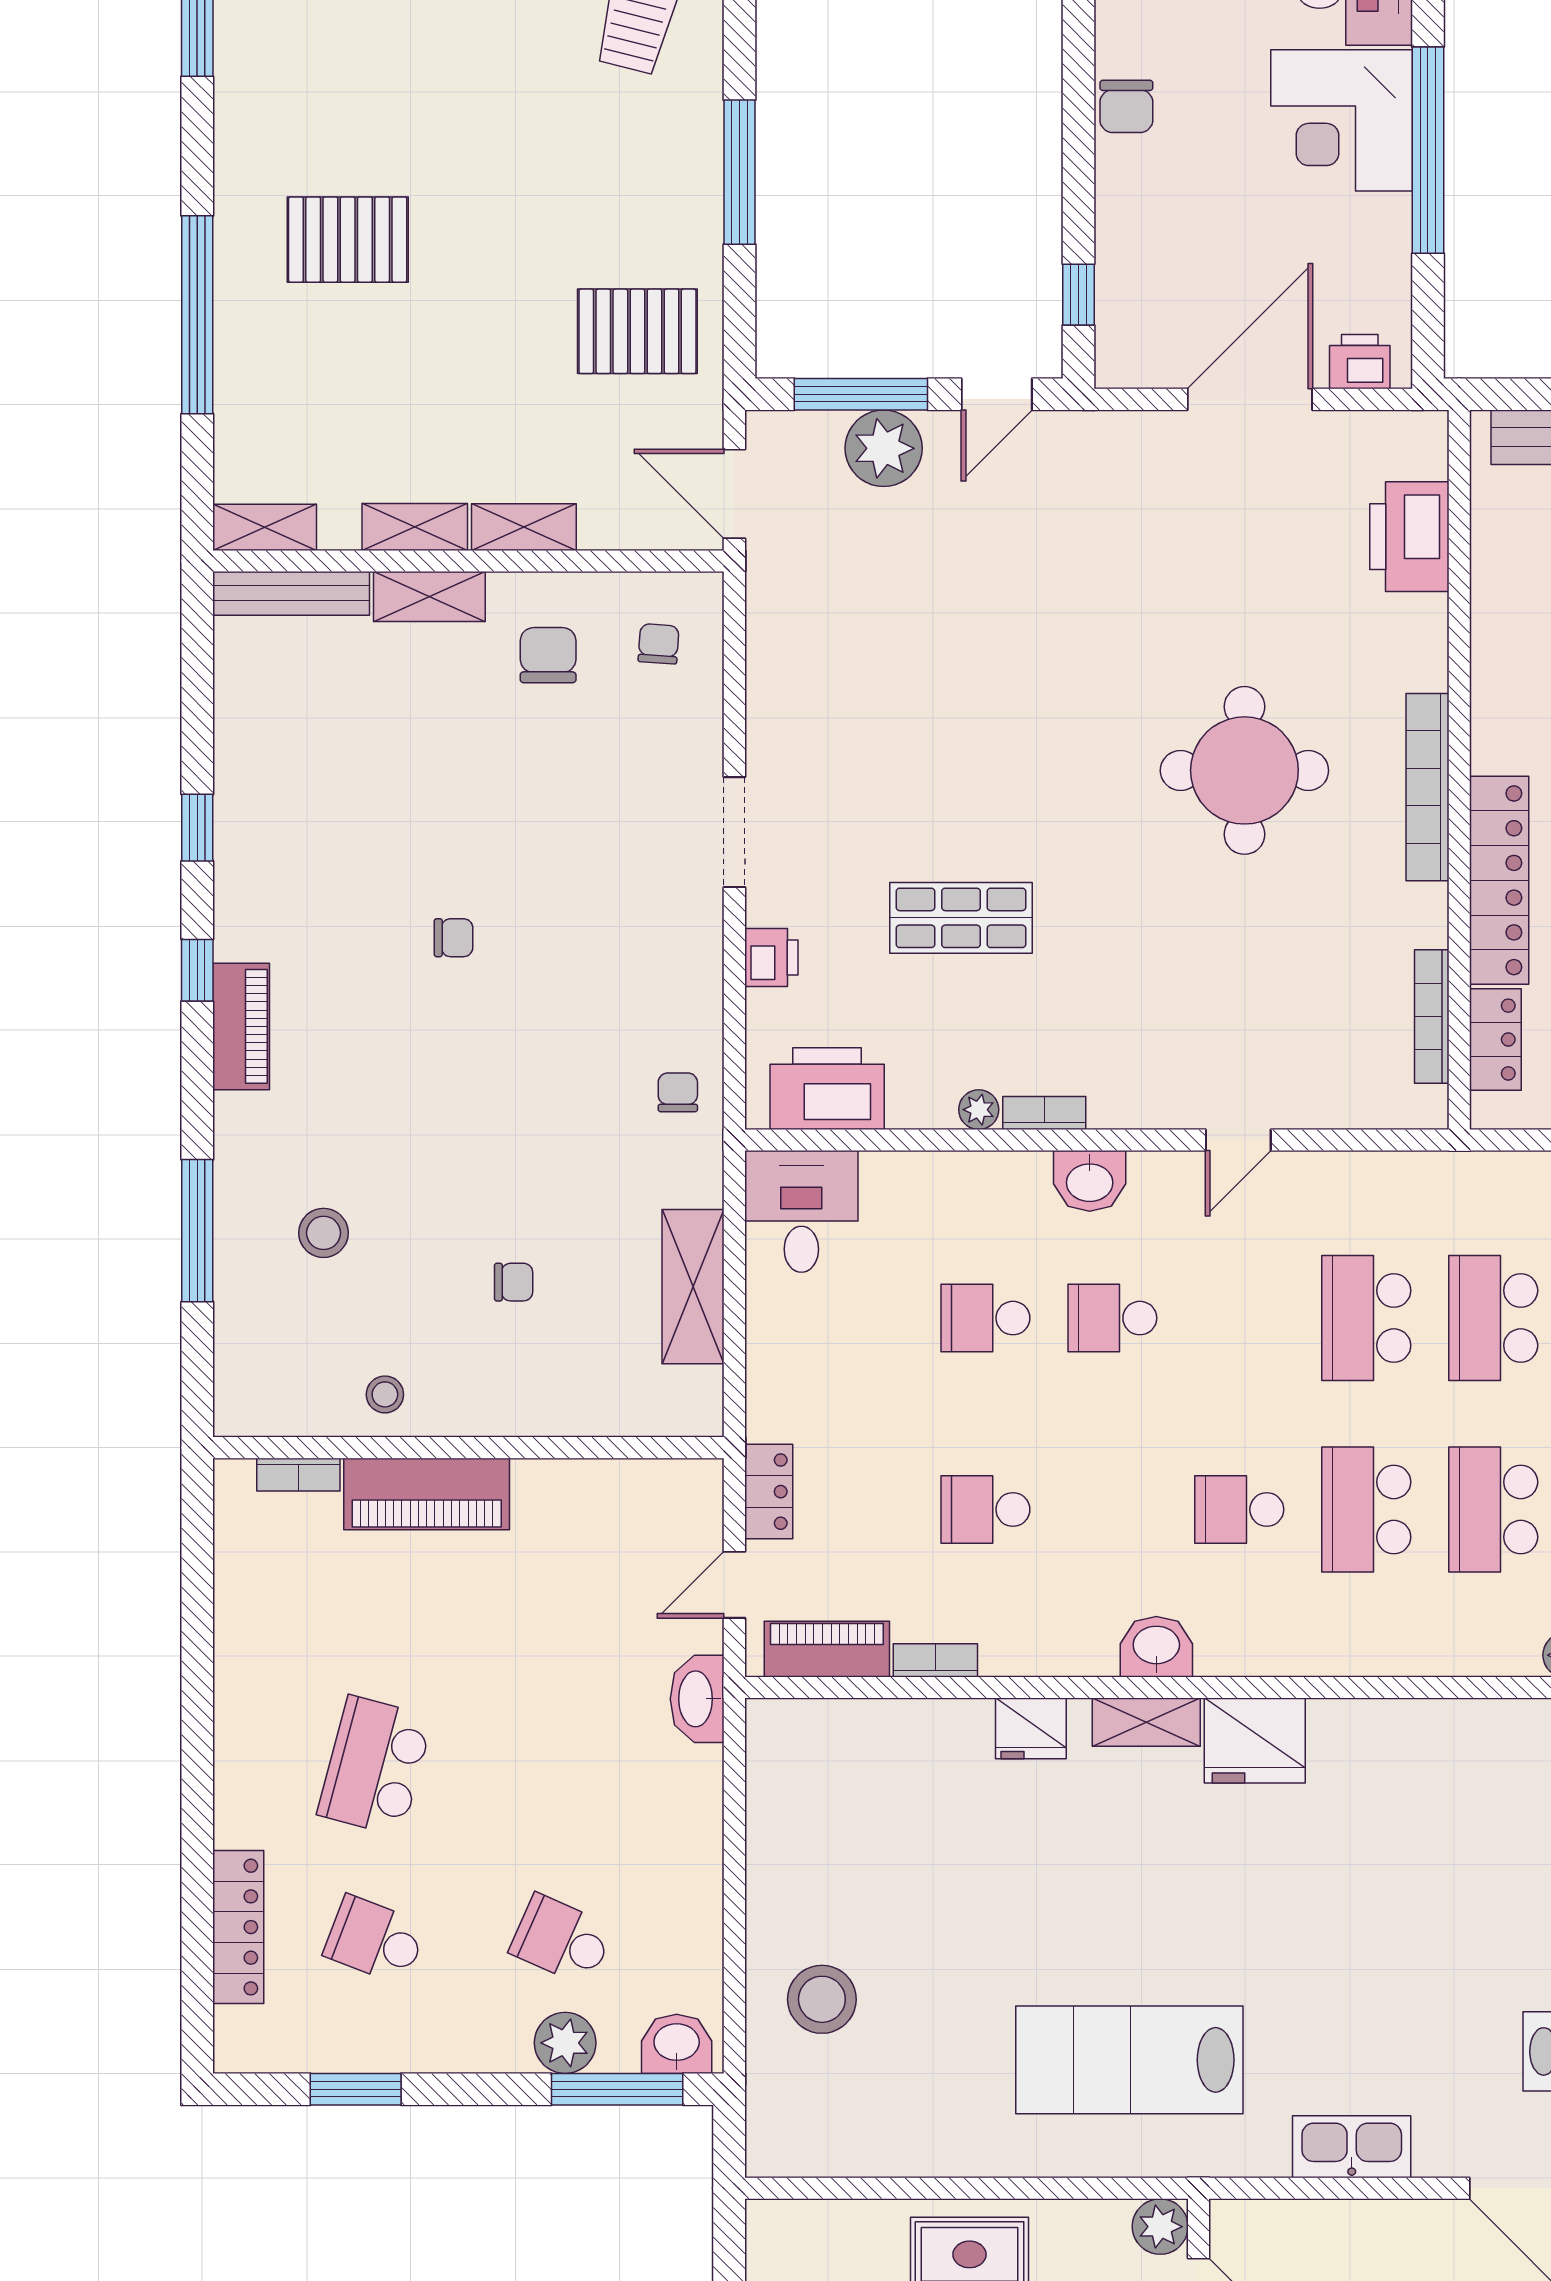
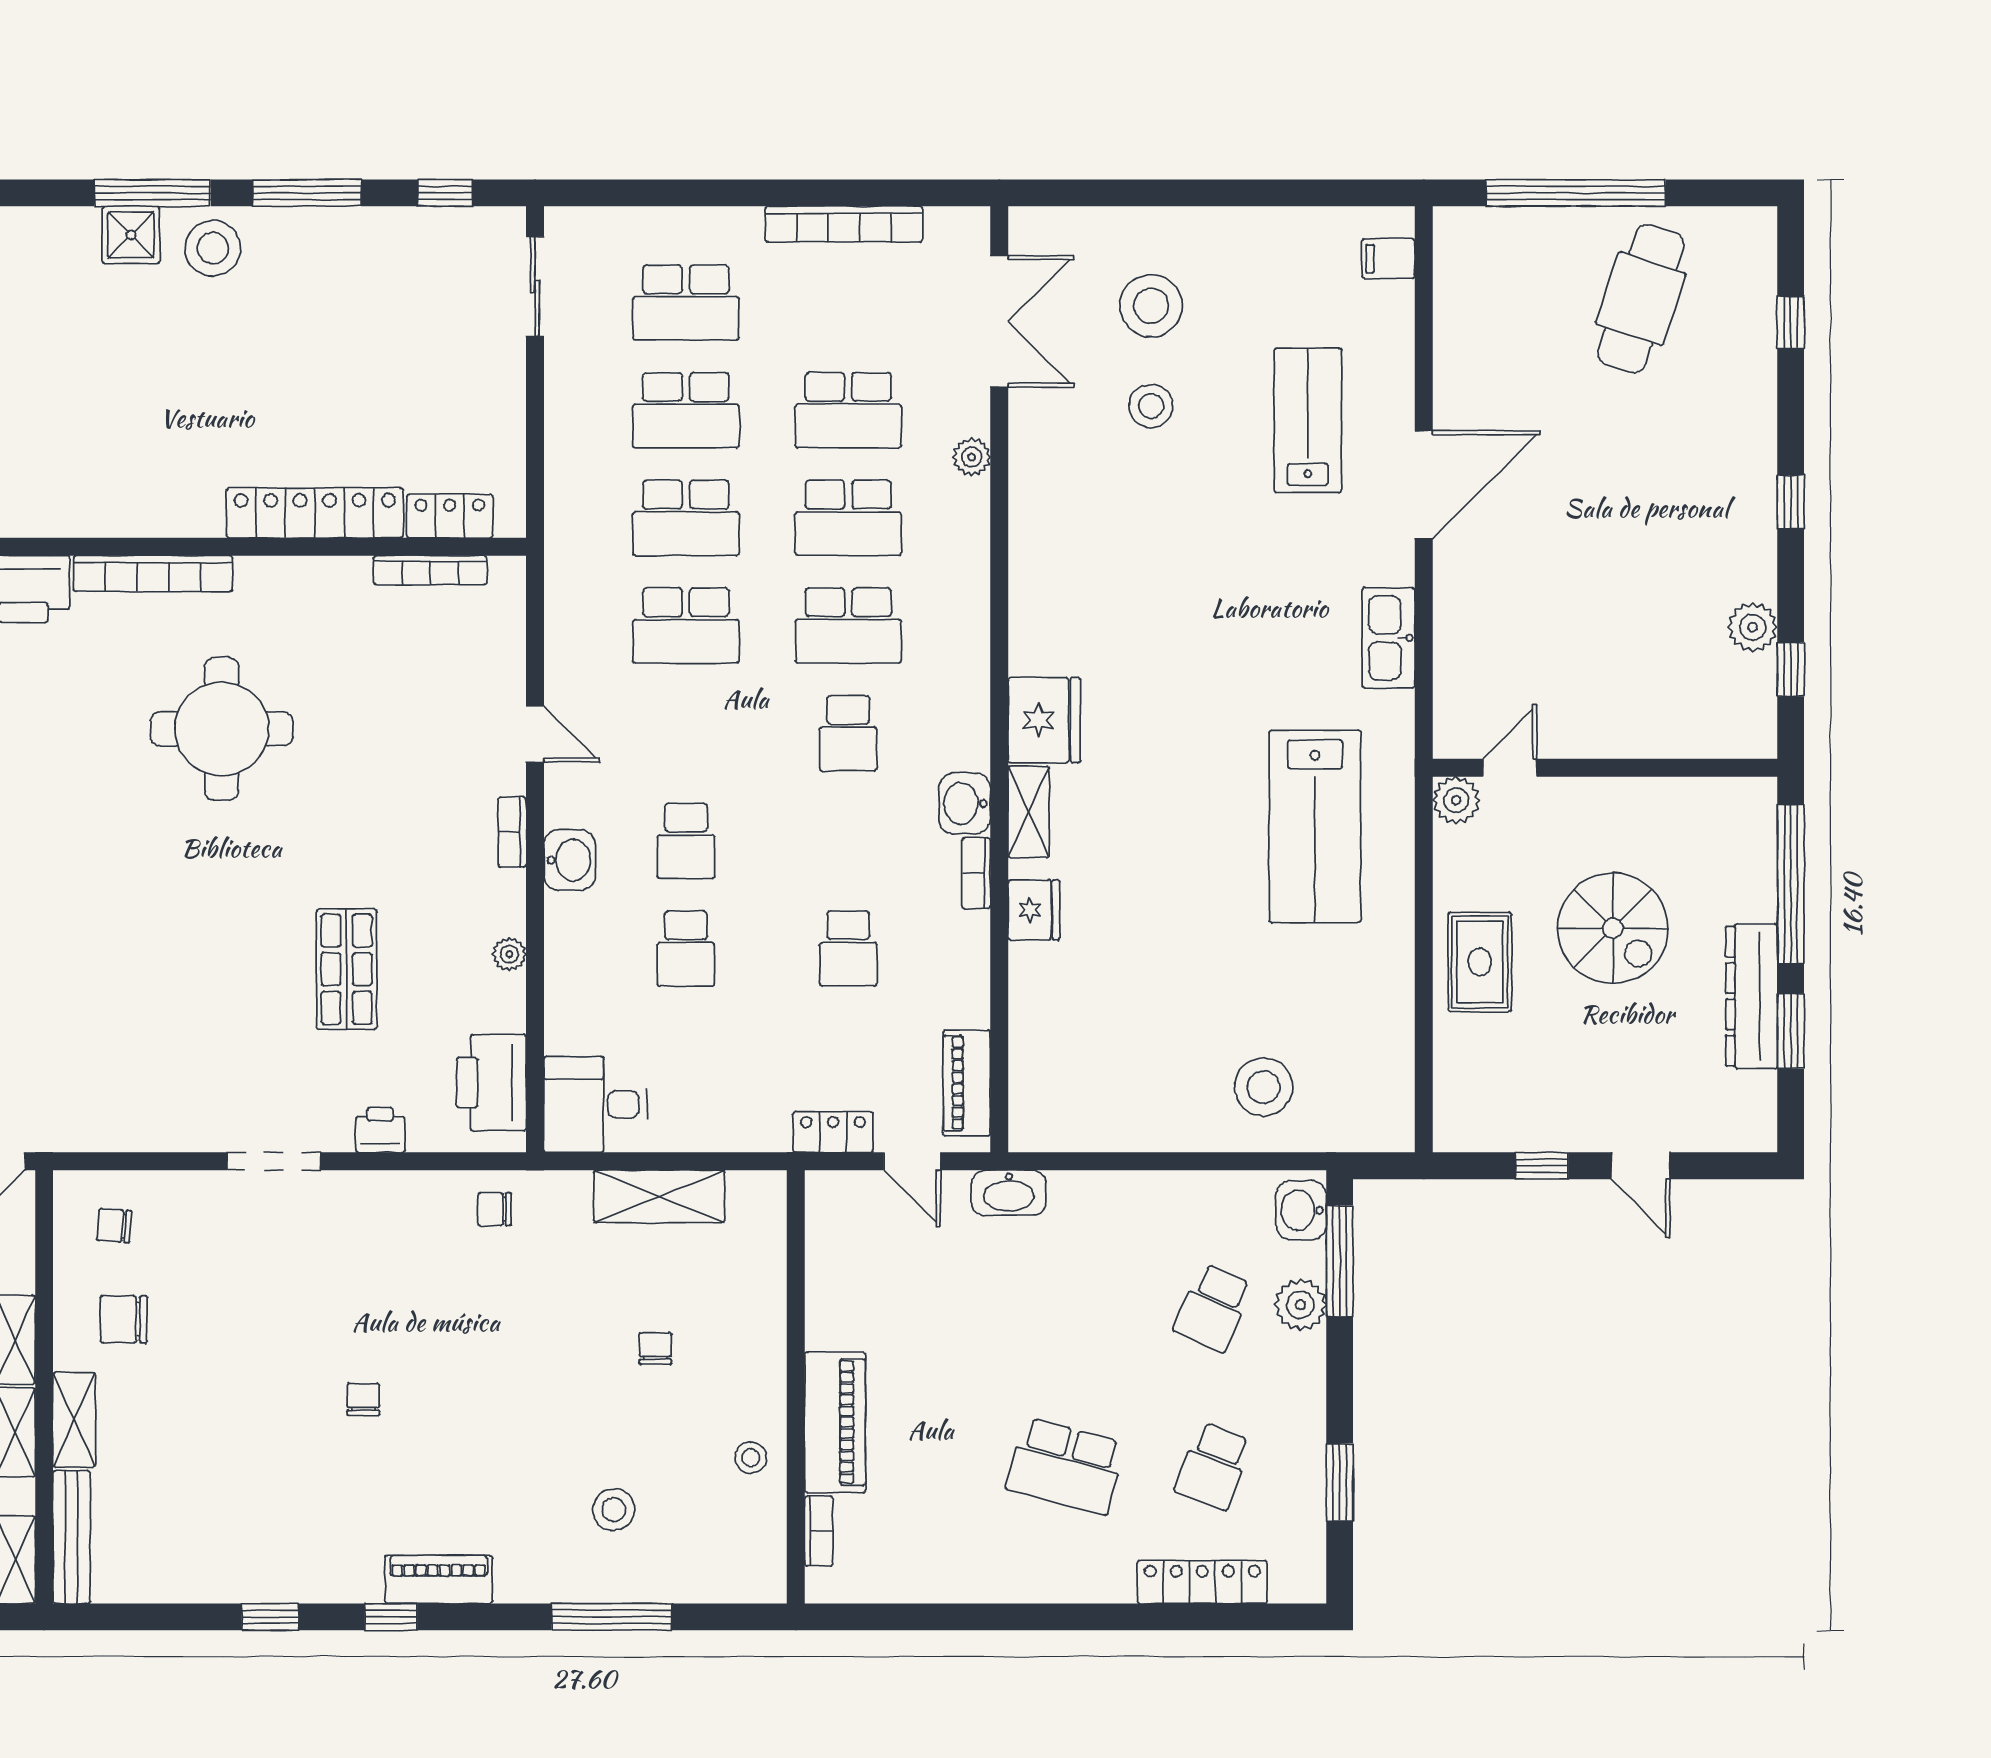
bookcase: (1428, 787) -> (153, 574), moved
bookcase: (1044, 1113) -> (512, 832), moved
bookcase: (935, 1660) -> (976, 873), moved

